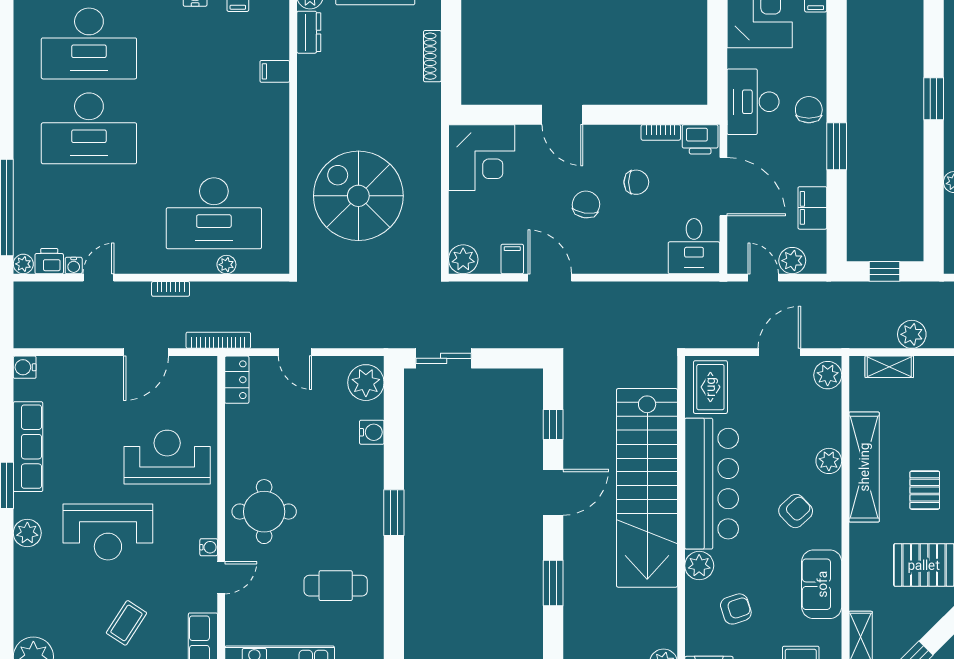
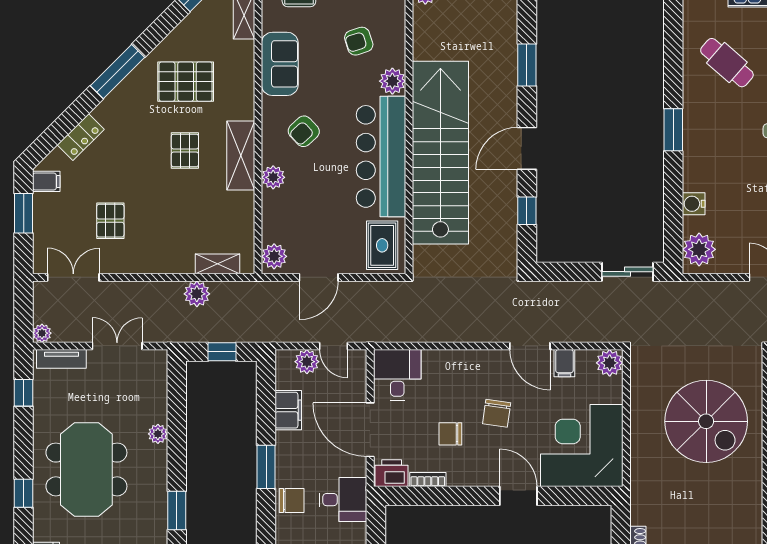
desk: (753, 102) -> (343, 500), width x0.73
chair: (809, 110) -> (292, 500), turned -90
corner desk: (482, 158) -> (582, 446), width x1.36, depth x1.36
shelving: (864, 467) -> (241, 156), width x0.68
cafe table: (336, 586) -> (727, 63), turned 41

